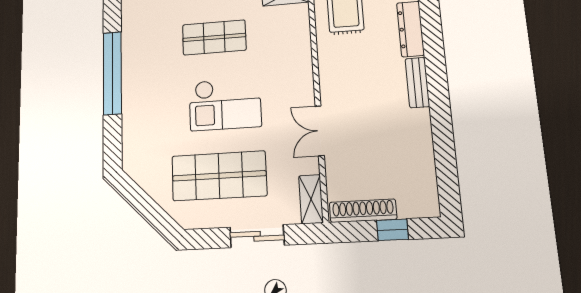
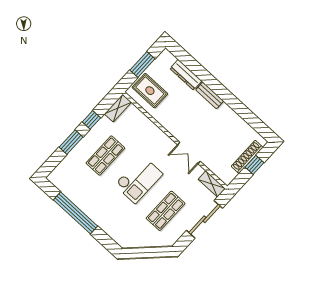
shop shelf: (219, 176) -> (166, 211), width x0.70, depth x0.74
shoe rack: (363, 211) -> (247, 157), moved
sliding door: (257, 236) -> (204, 219), width x1.37

